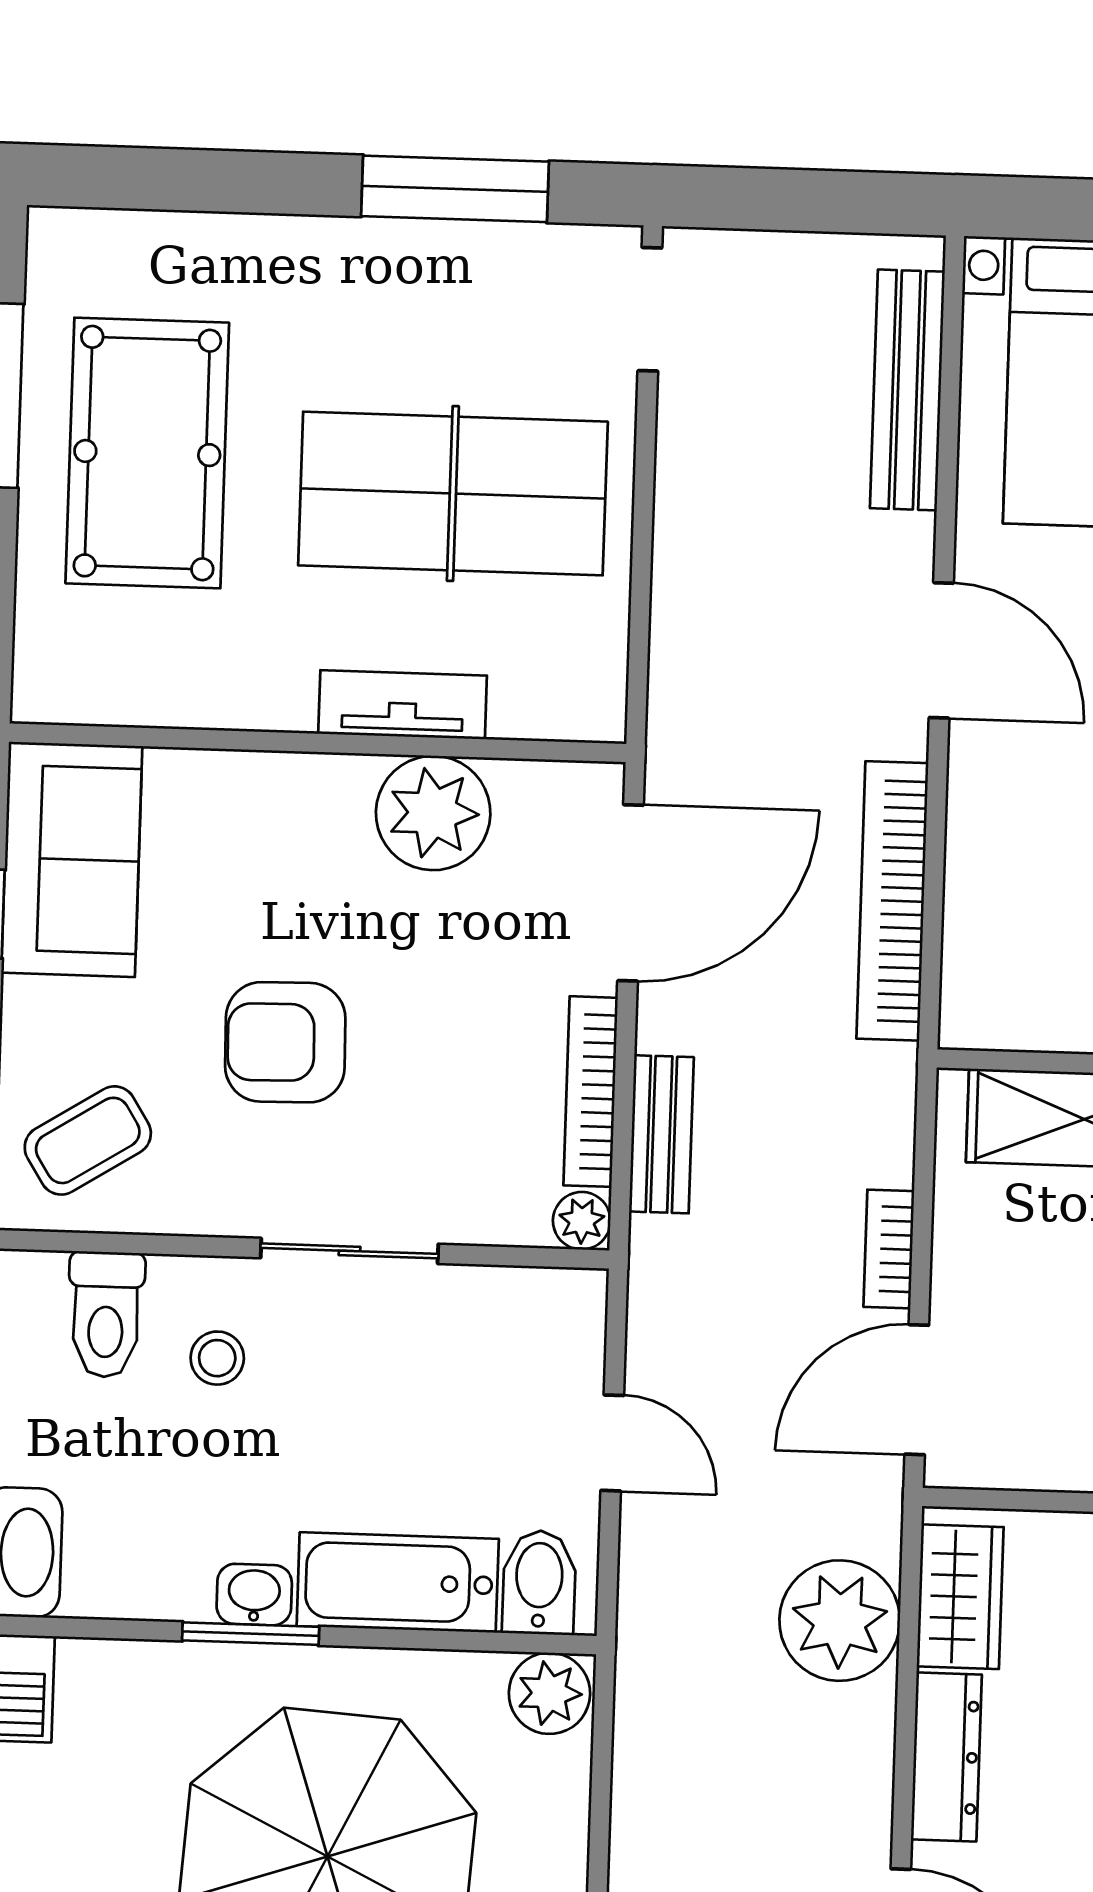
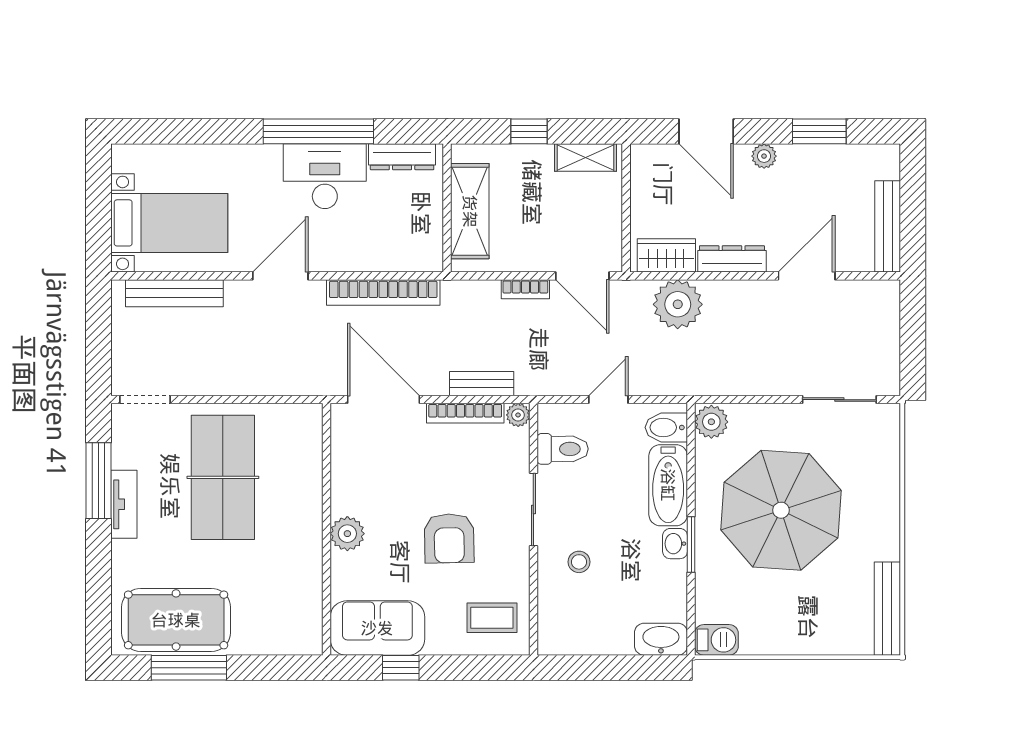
pool table: (147, 453) -> (176, 620), moved
tv unit: (403, 705) -> (124, 504), moved, turned 180
plant: (433, 813) -> (347, 534), moved, width x0.73, depth x0.73
coffee table: (88, 1140) -> (492, 618), turned -58
toilet: (106, 1314) -> (563, 449), moved

